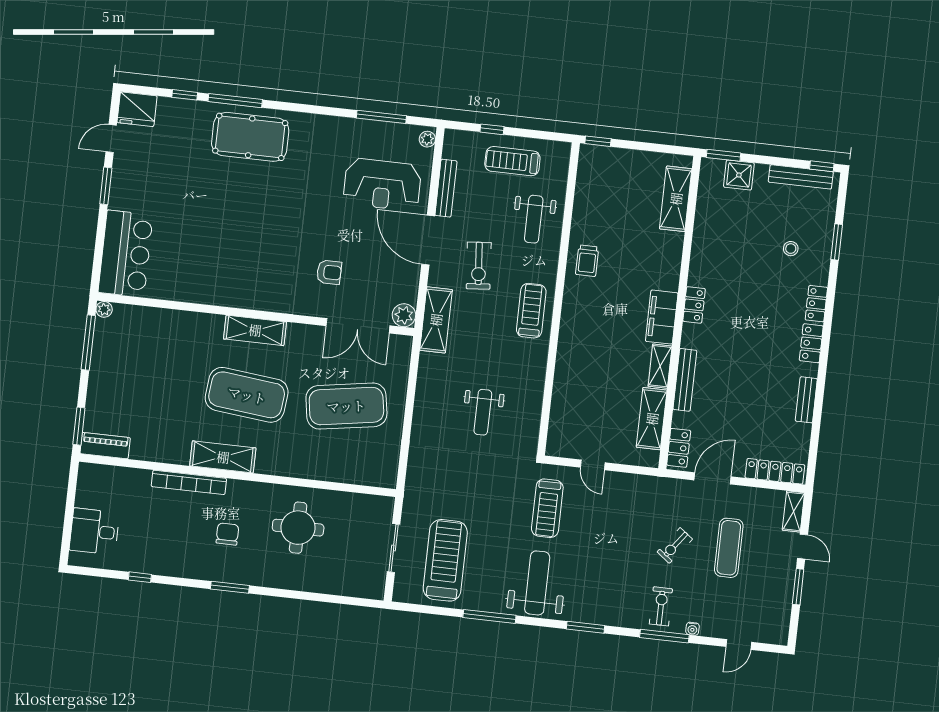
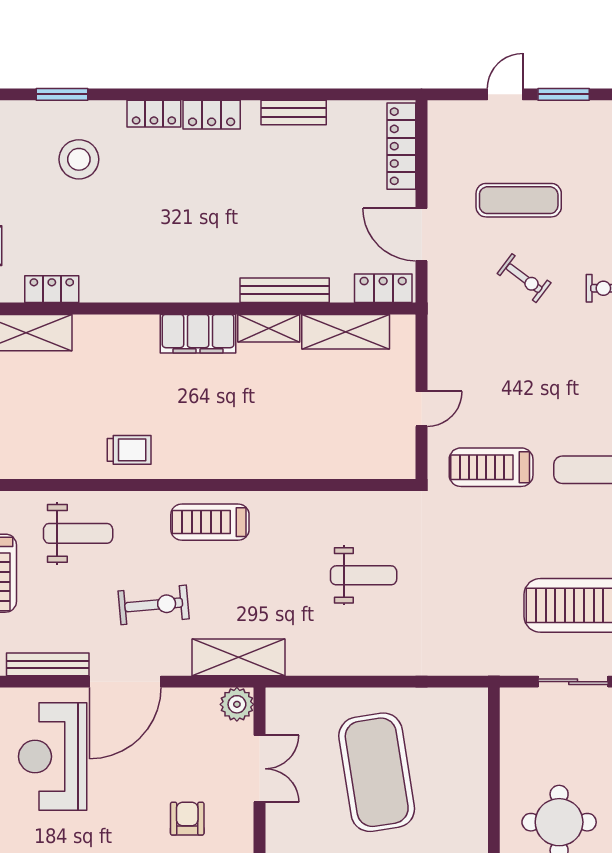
reception desk: (382, 184) -> (53, 757), turned 180
stool: (791, 249) -> (79, 159), width x1.89, depth x1.89
locker: (694, 305) -> (52, 289), moved
double door: (358, 326) -> (259, 769), width x0.73
treadmill: (547, 508) -> (491, 467), turned 180
shelving: (793, 511) -> (456, 113), removed

